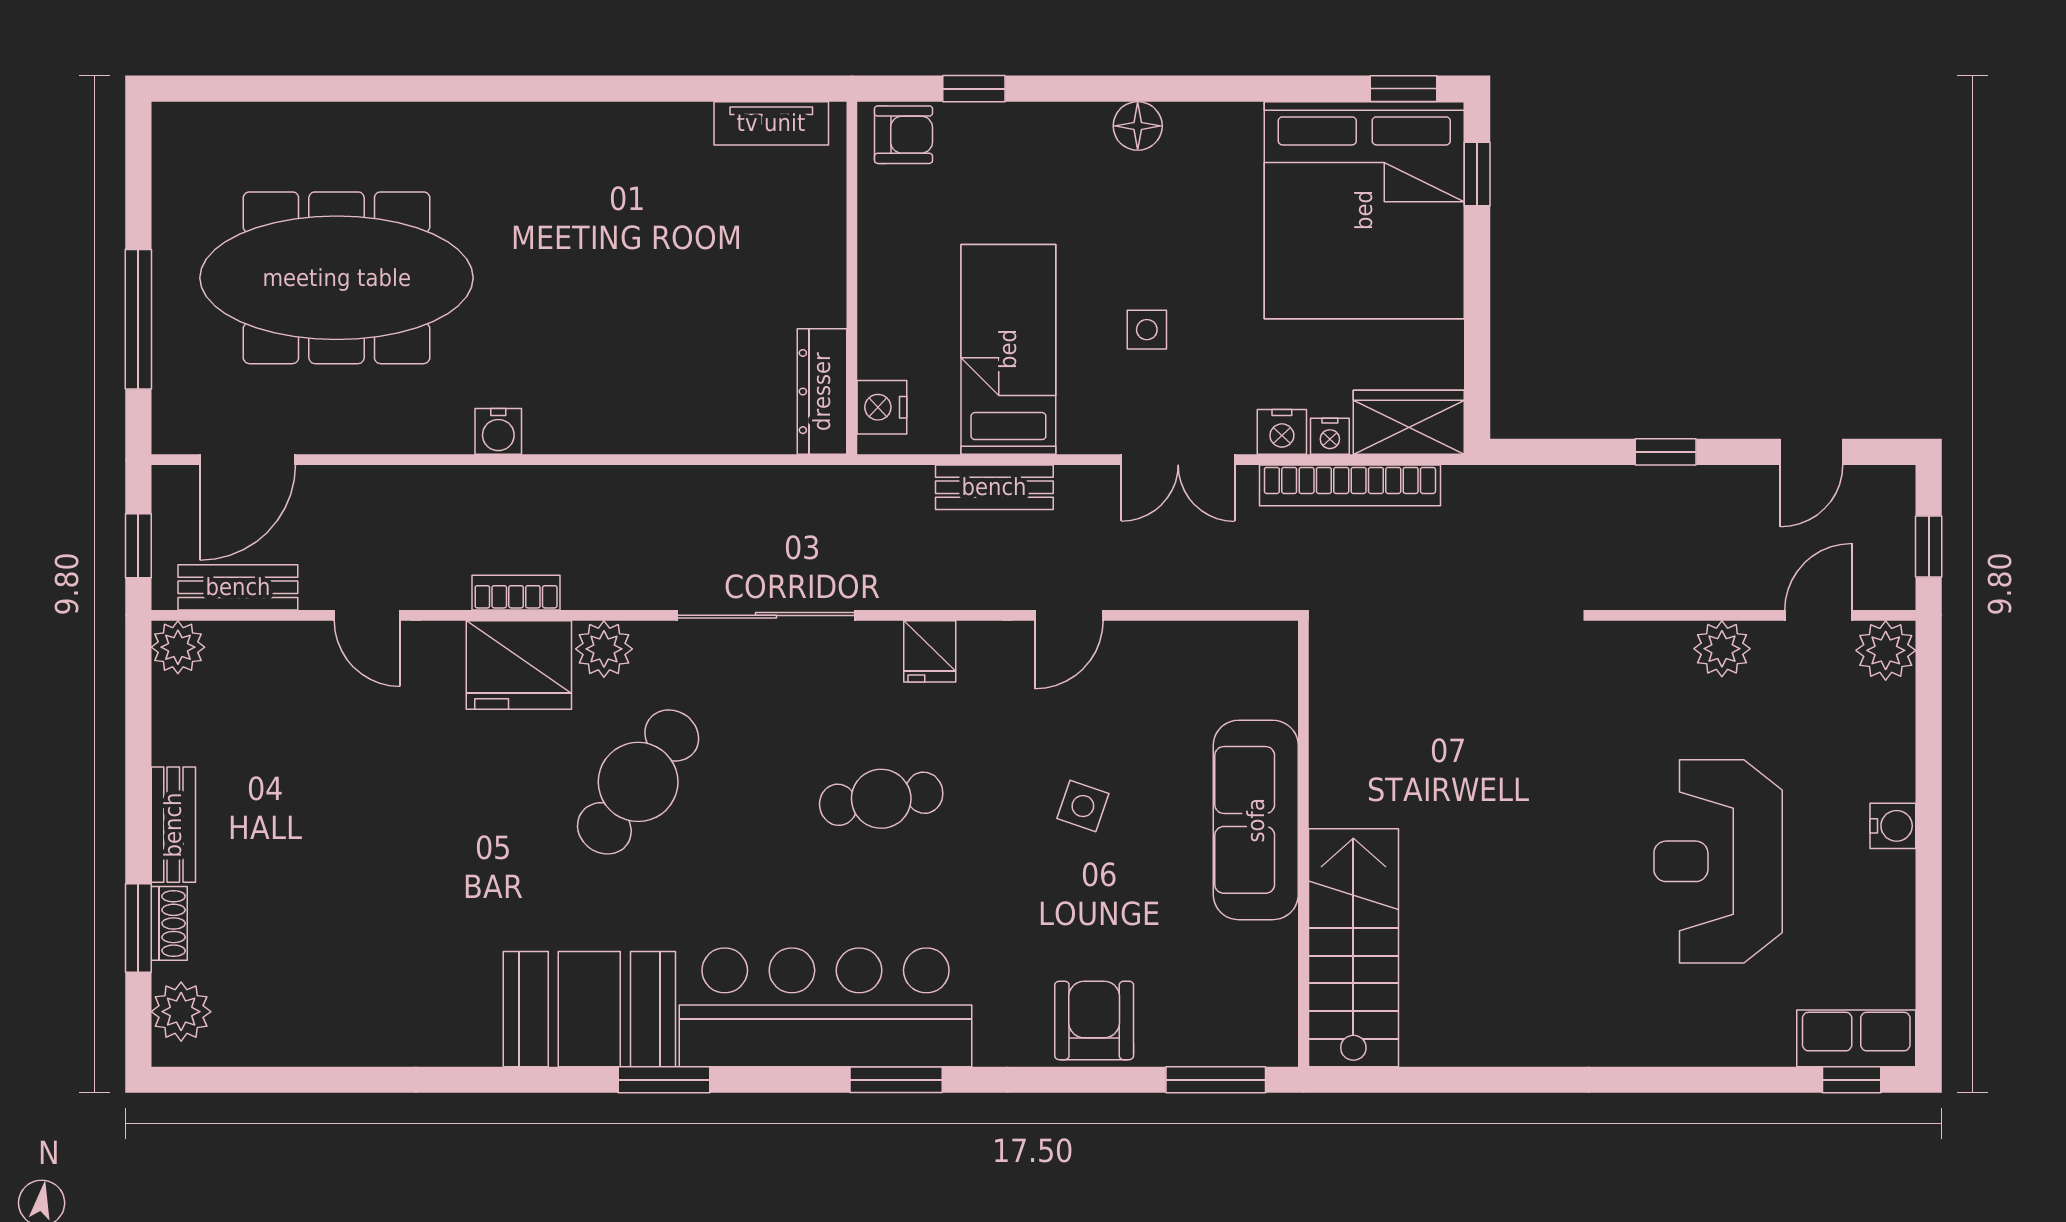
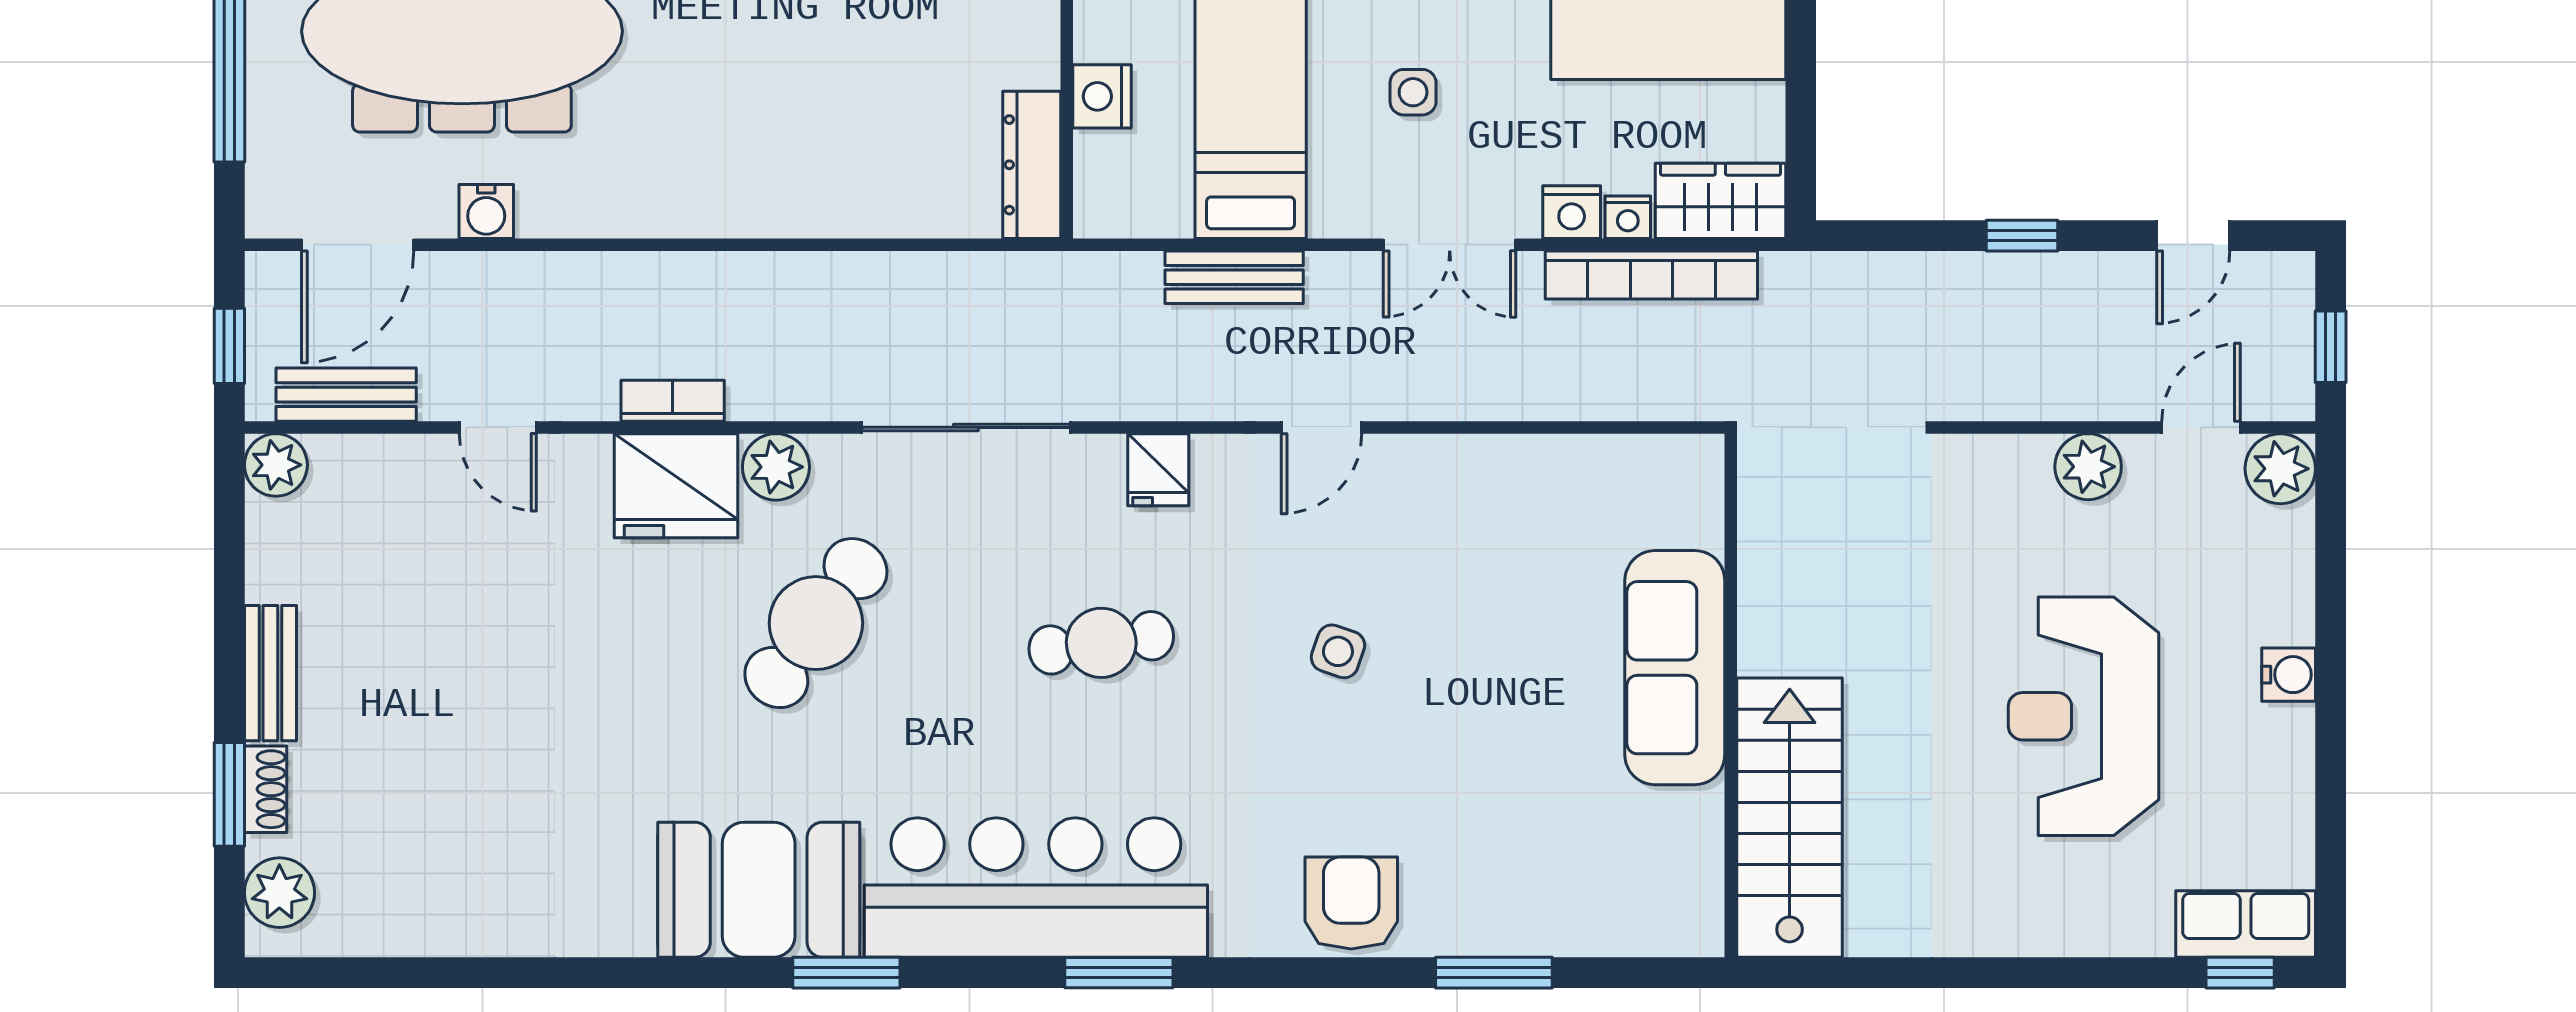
nightstand: (882, 407) -> (1102, 96), moved
water cooler: (498, 431) -> (486, 212), moved
sofa: (1256, 820) -> (1675, 668), moved
wall: (1303, 844) -> (1731, 695), moved
stairs: (1353, 948) -> (1790, 818), moved

